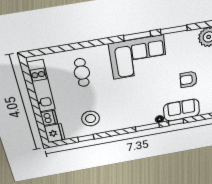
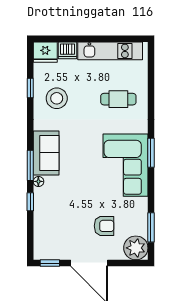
window: (174, 30) -> (151, 227), moved
window: (137, 36) -> (151, 153), moved
armchair: (189, 79) -> (104, 226), moved, turned 90
sofa: (182, 110) -> (46, 153), moved

